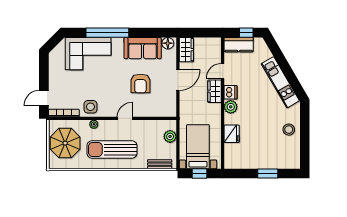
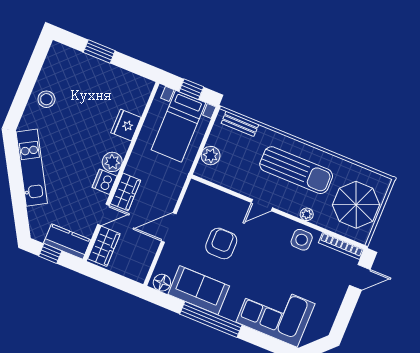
window: (107, 33) -> (211, 319), moved
wardrobe: (186, 50) -> (104, 246), moved, turned 180

